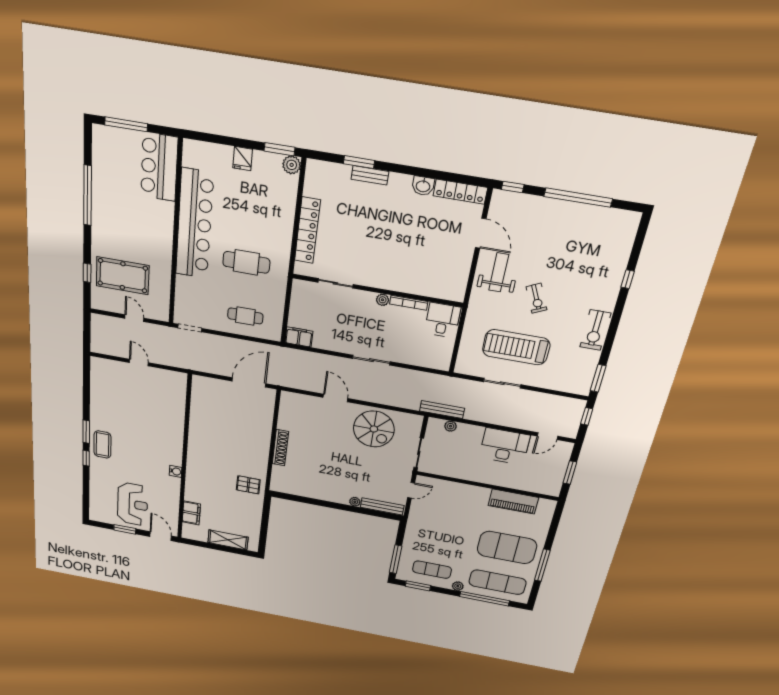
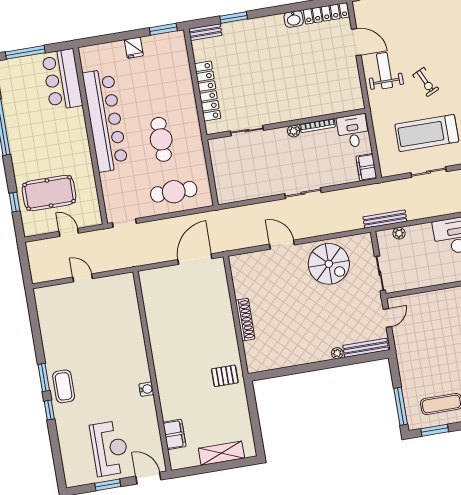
plant: (292, 165) -> (177, 39), removed
bench: (370, 175) -> (205, 32), moved
cafe table: (246, 262) -> (161, 139), turned 90
cafe table: (245, 316) -> (174, 192), width x1.37, depth x1.35
filing cabinet: (299, 337) -> (366, 167), moved, turned -90

